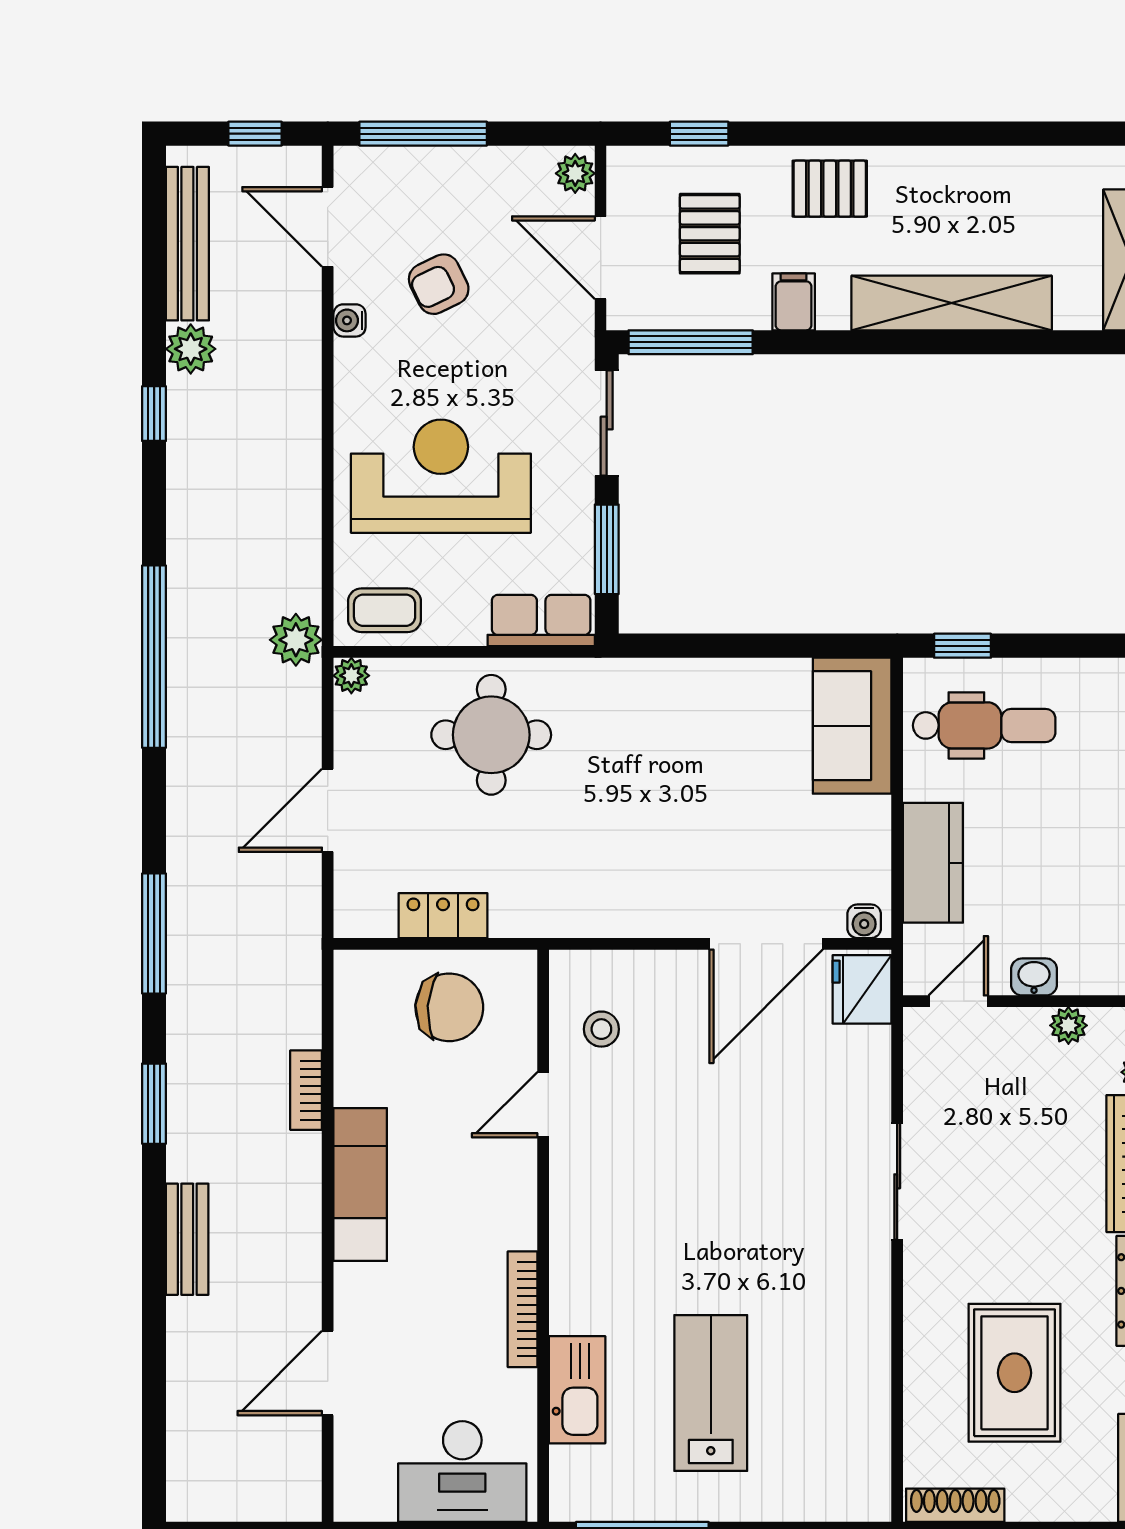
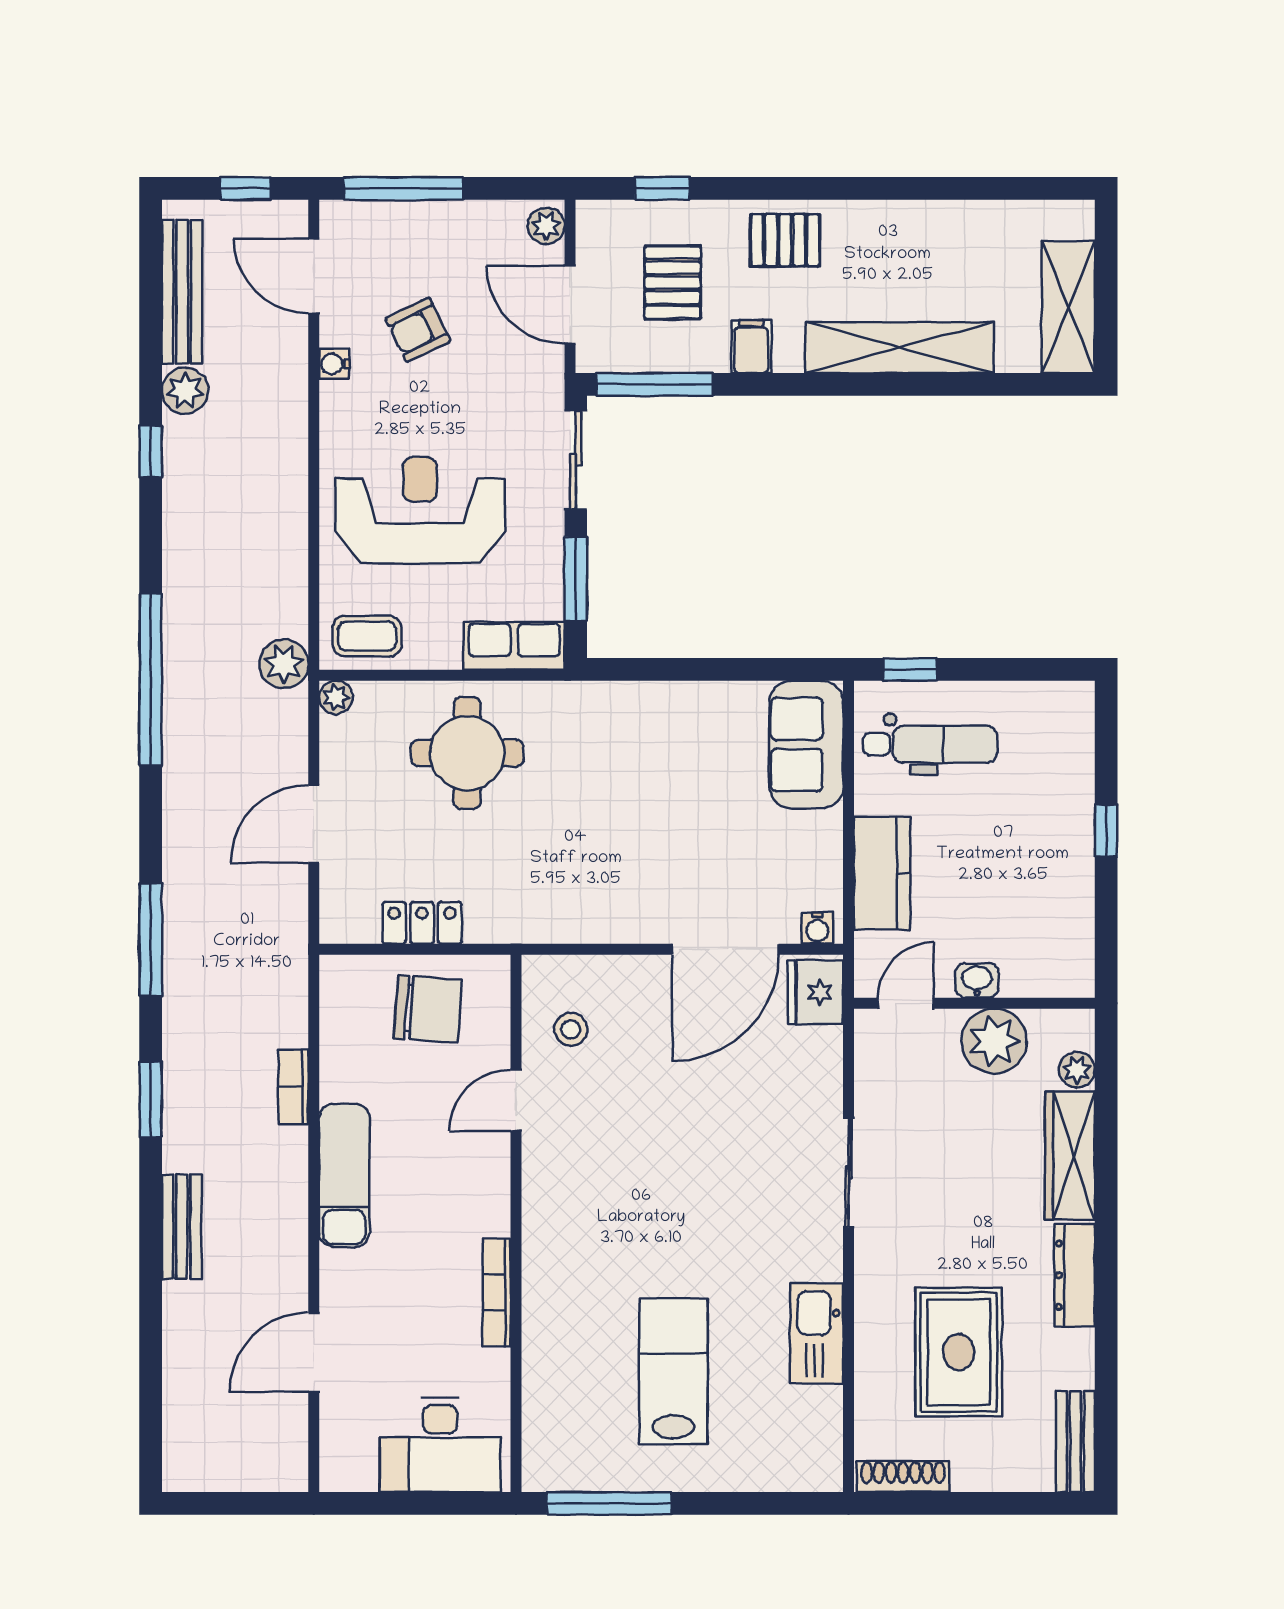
plant: (1068, 1025) -> (994, 1041), width x1.88, depth x1.88
kitchen sink: (577, 1390) -> (817, 1333), moved, turned 180

